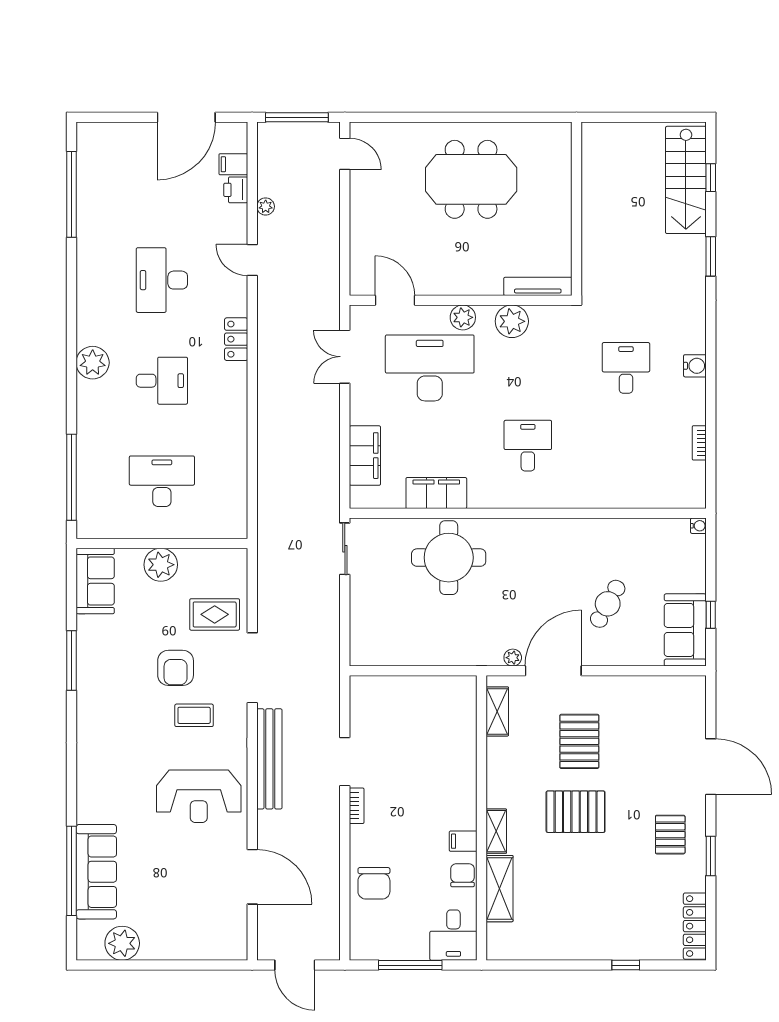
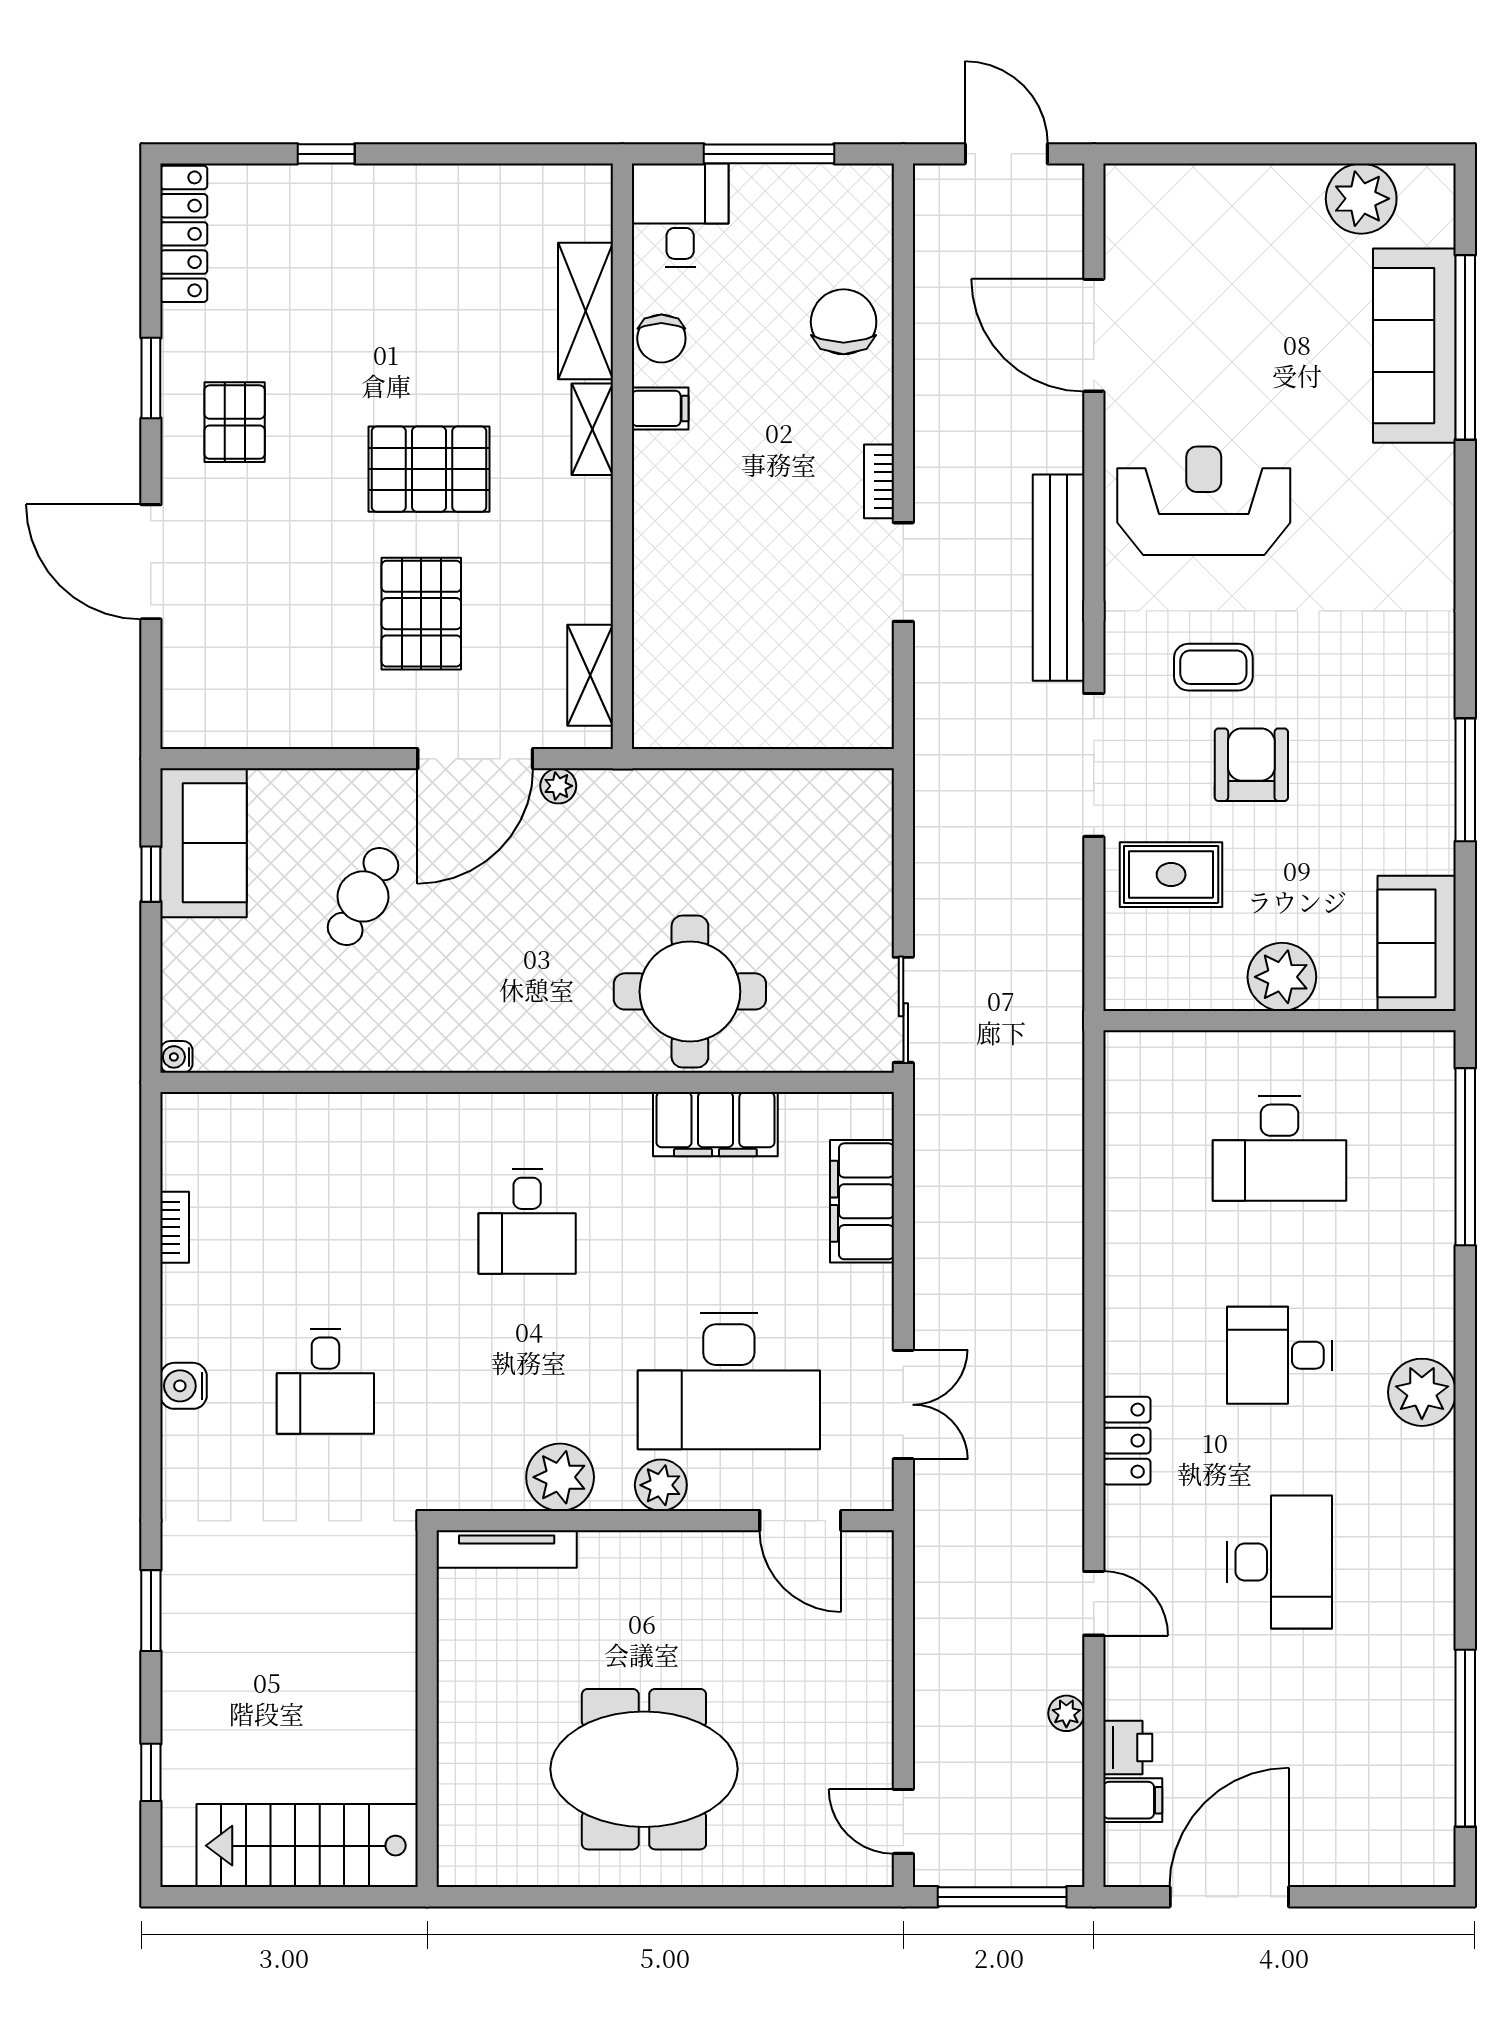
stairs: (686, 180) -> (307, 1846), moved, turned -90

